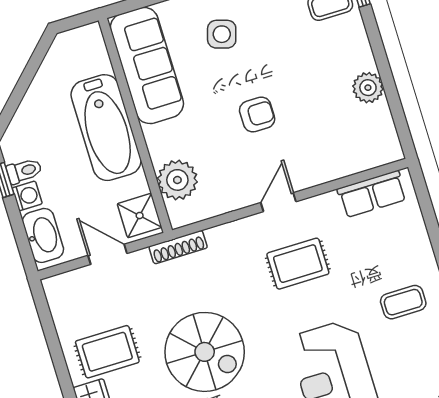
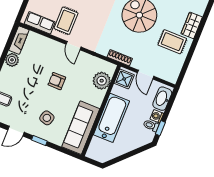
fireplace: (384, 133) -> (19, 40), added
door: (278, 202) -> (74, 46), hinge flipped
rug: (298, 264) -> (66, 21), moved, turned 90

